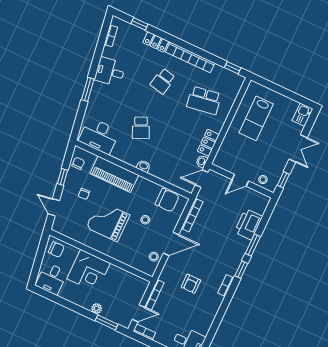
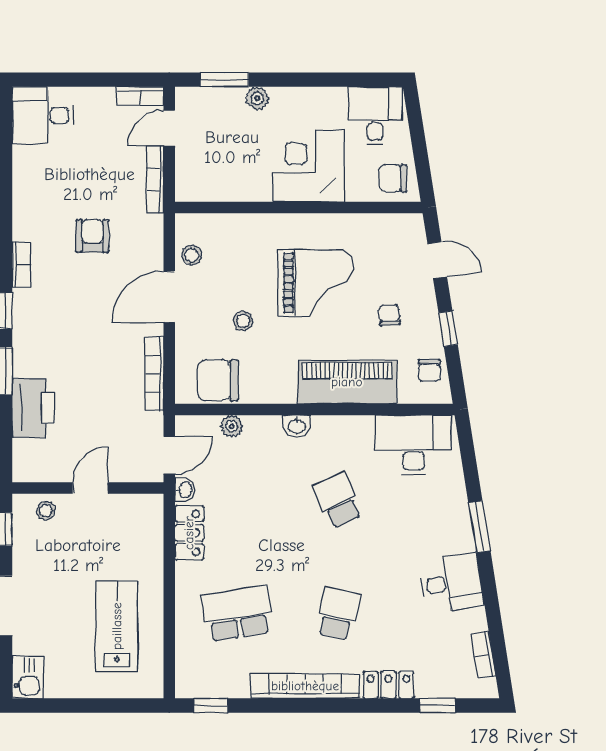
plant: (170, 179) -> (232, 426), added

